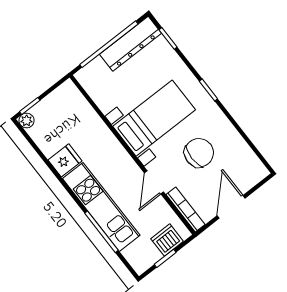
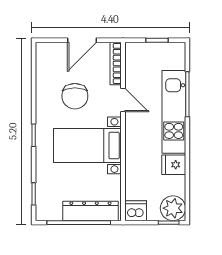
dresser: (131, 44) -> (90, 211), moved
plant: (27, 120) -> (173, 208), width x1.88, depth x1.88
chair: (199, 153) -> (75, 96), turned -90
door: (154, 182) -> (123, 100), hinge flipped
dishwasher: (167, 240) -> (136, 211), moved, turned 180

